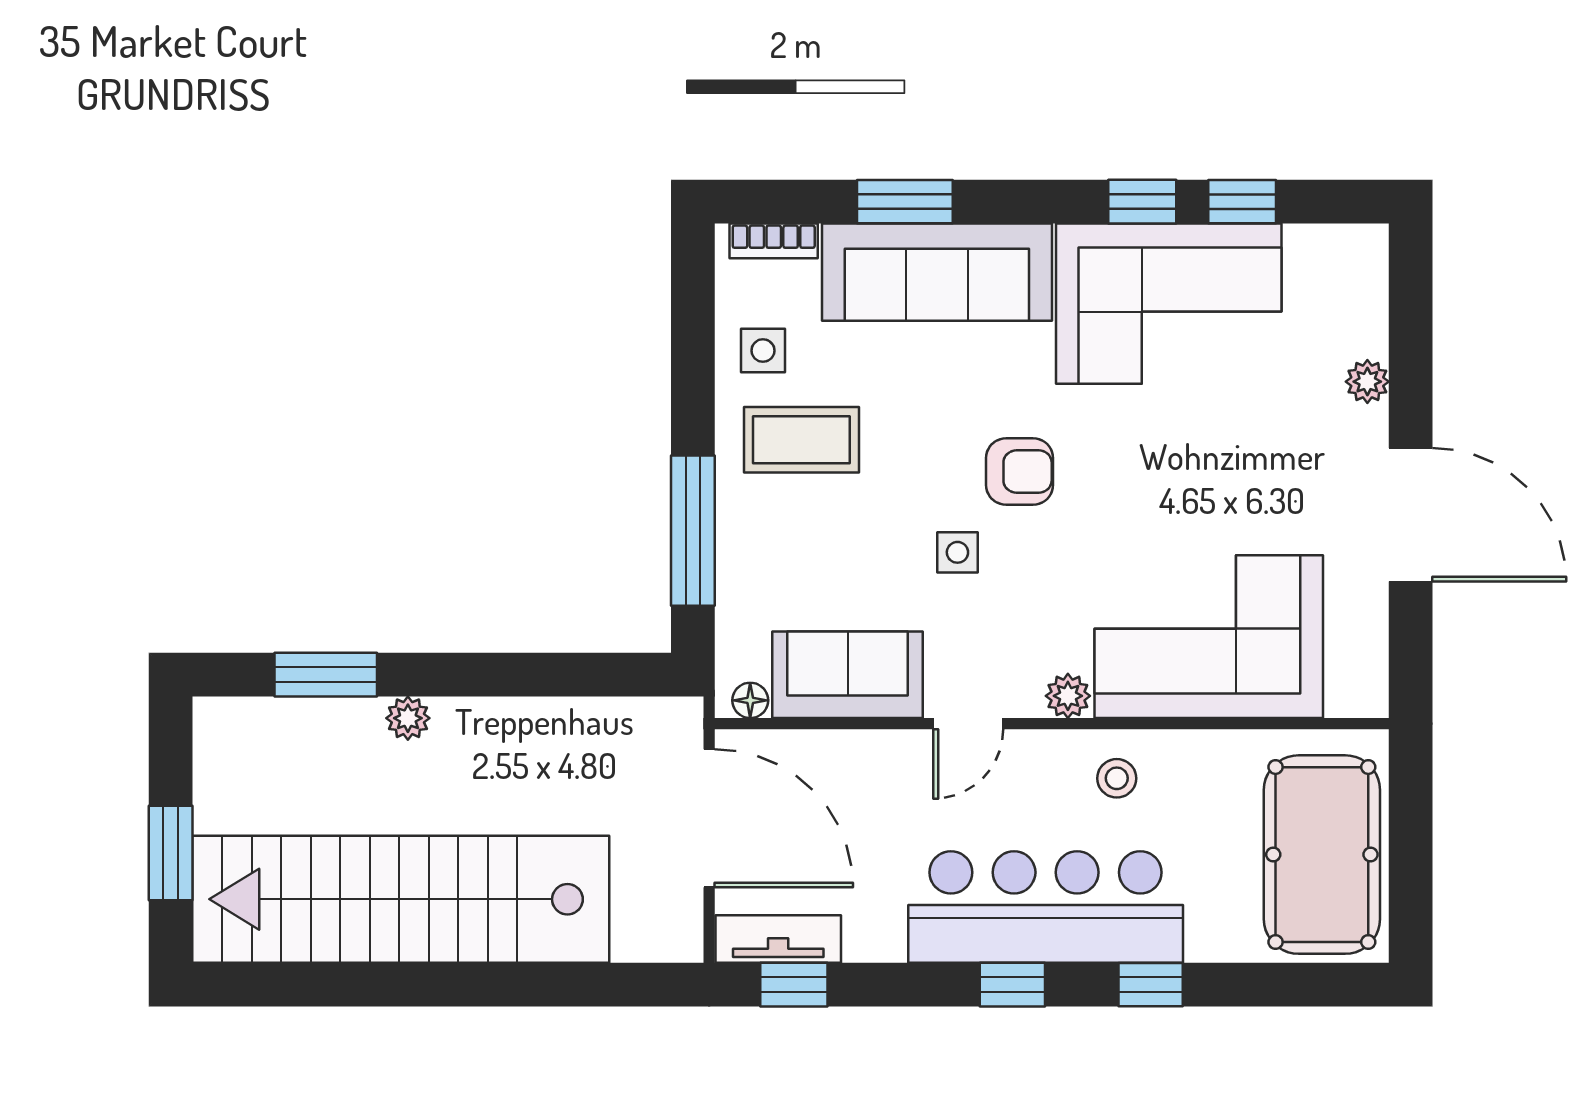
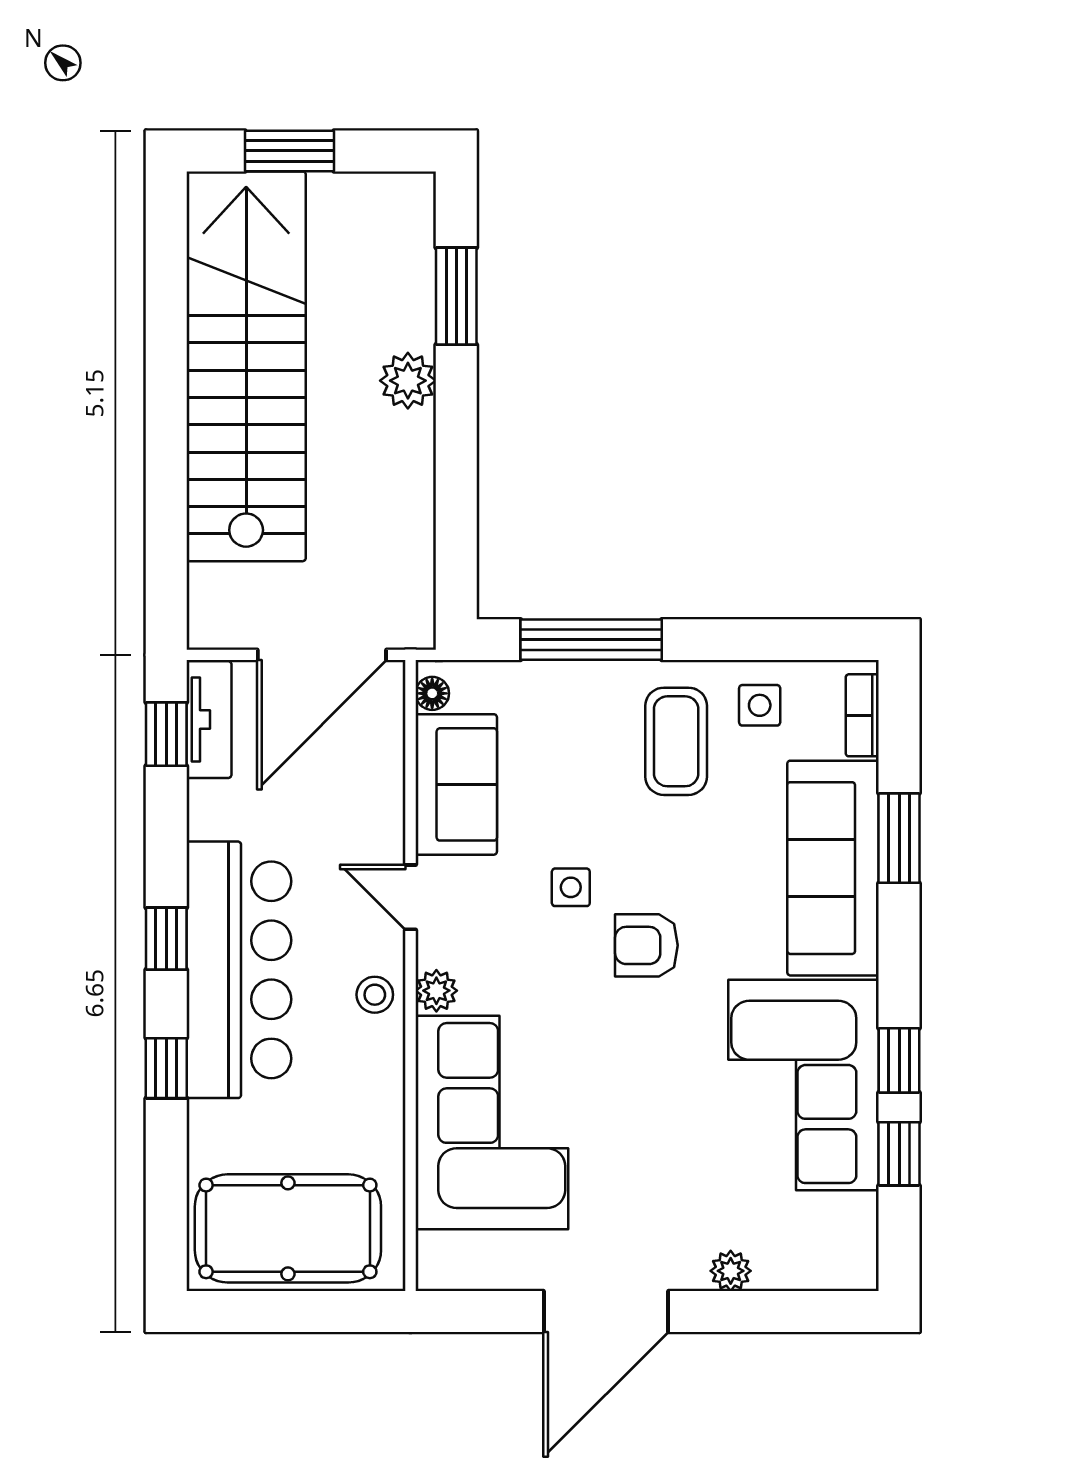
armchair: (1020, 472) -> (646, 945), turned 90
plant: (408, 718) -> (408, 381), width x1.38, depth x1.38
stool: (1117, 778) -> (375, 995), moved

